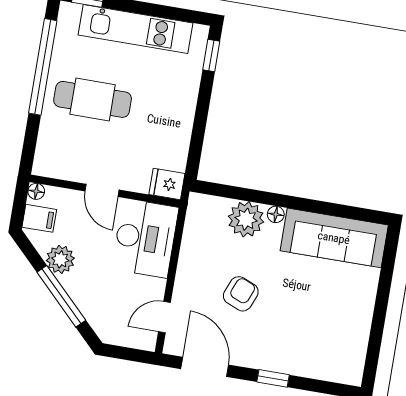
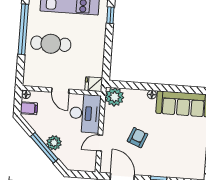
plant: (246, 219) -> (115, 97), moved
plant: (60, 259) -> (54, 143), moved
door: (164, 317) -> (100, 143), moved

